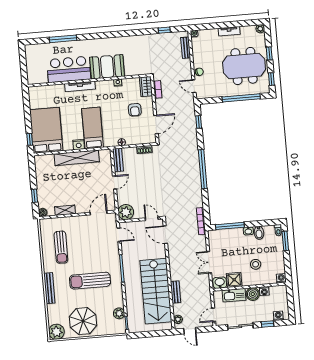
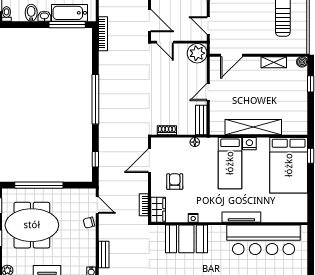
booth: (107, 67) -> (186, 239), moved
bar counter: (69, 69) -> (264, 240), width x1.36
bathtub: (229, 235) -> (70, 13), added

